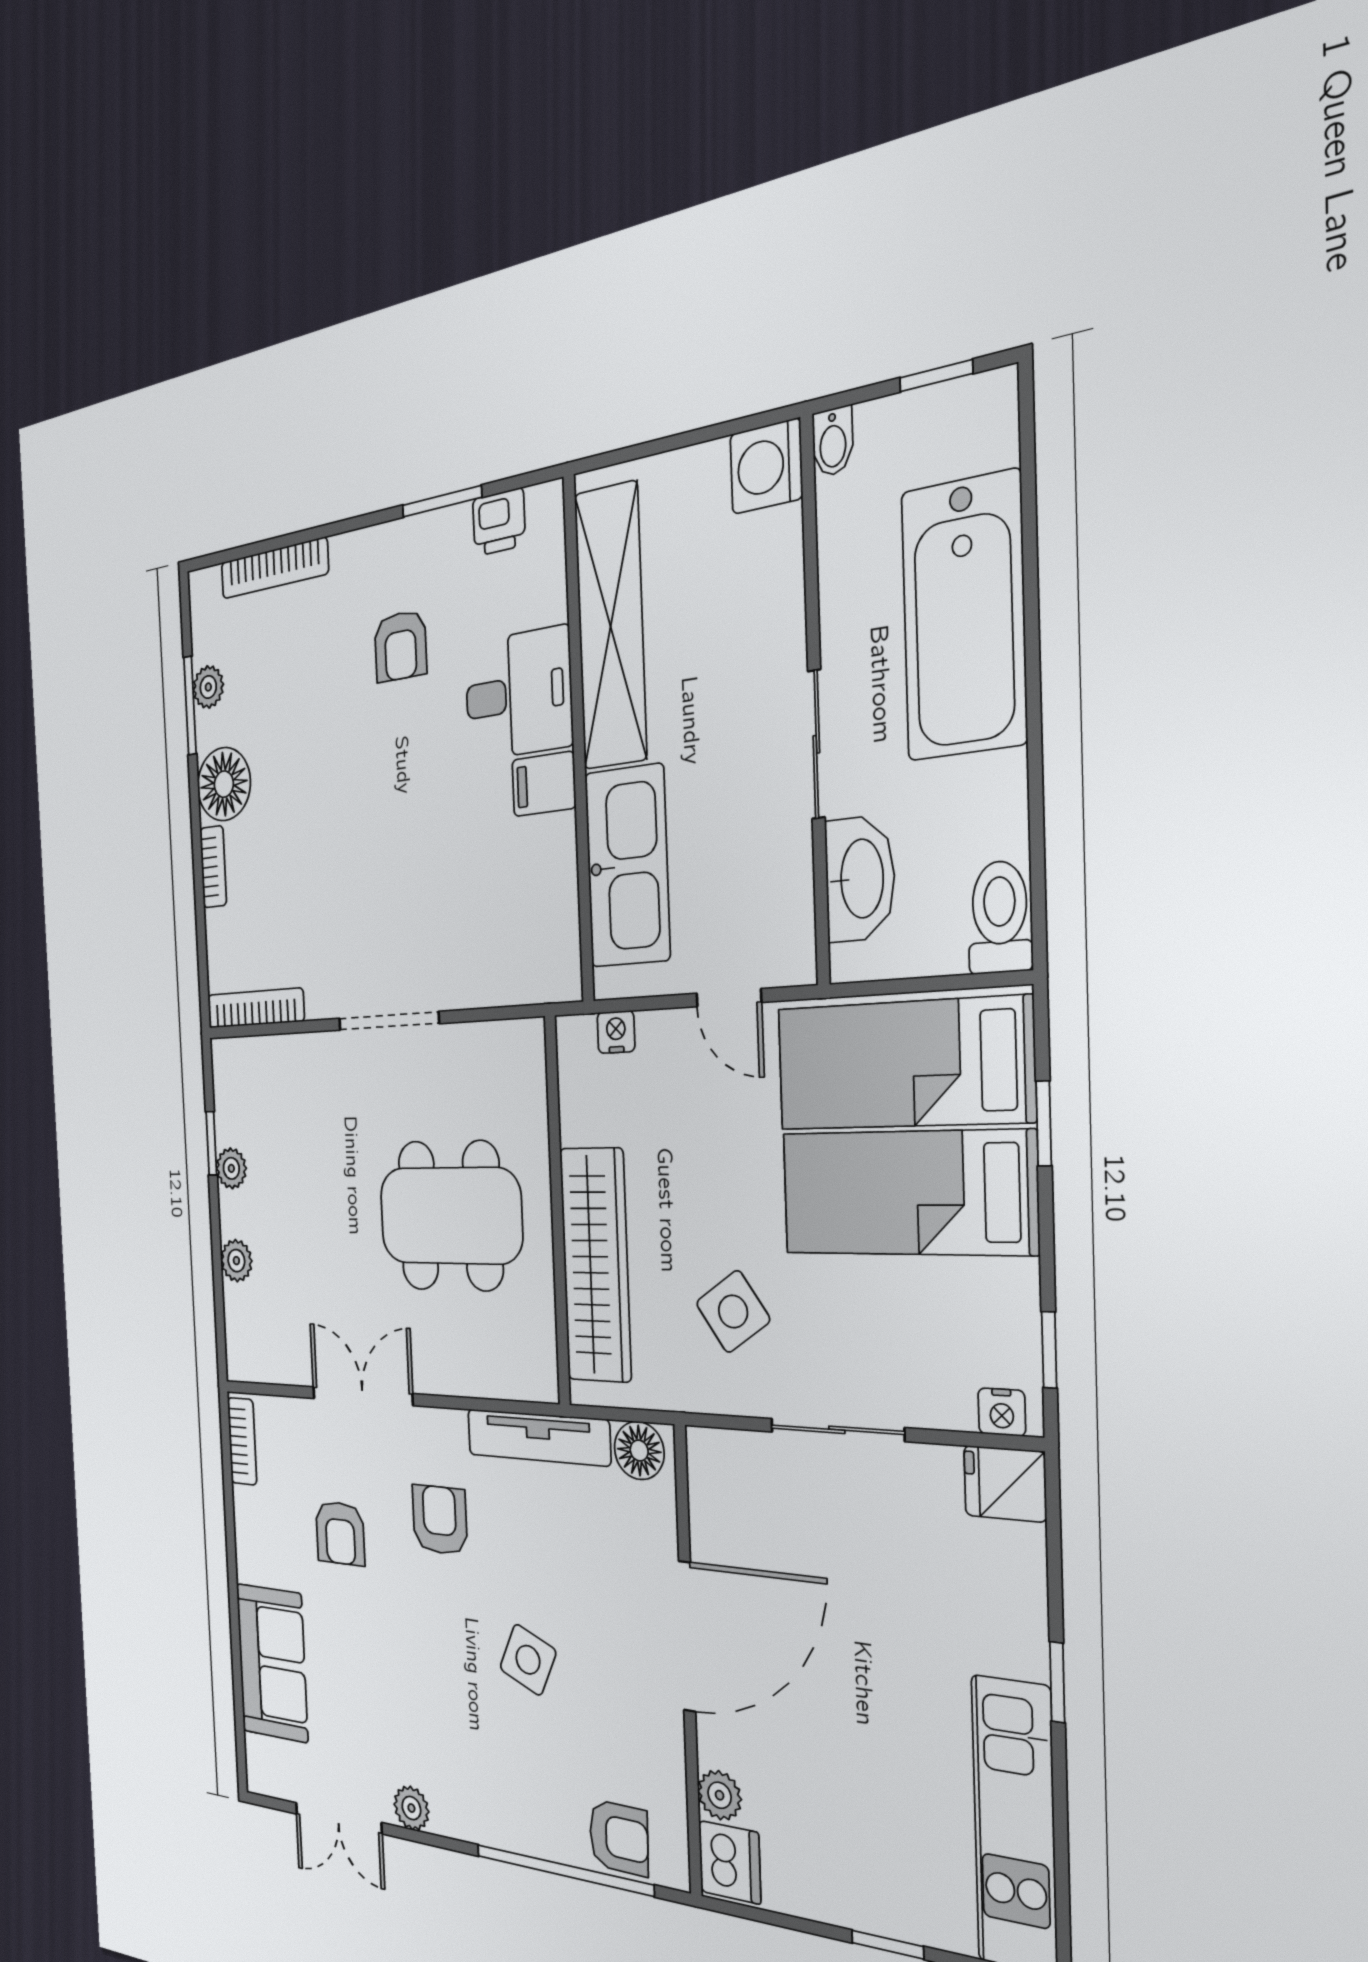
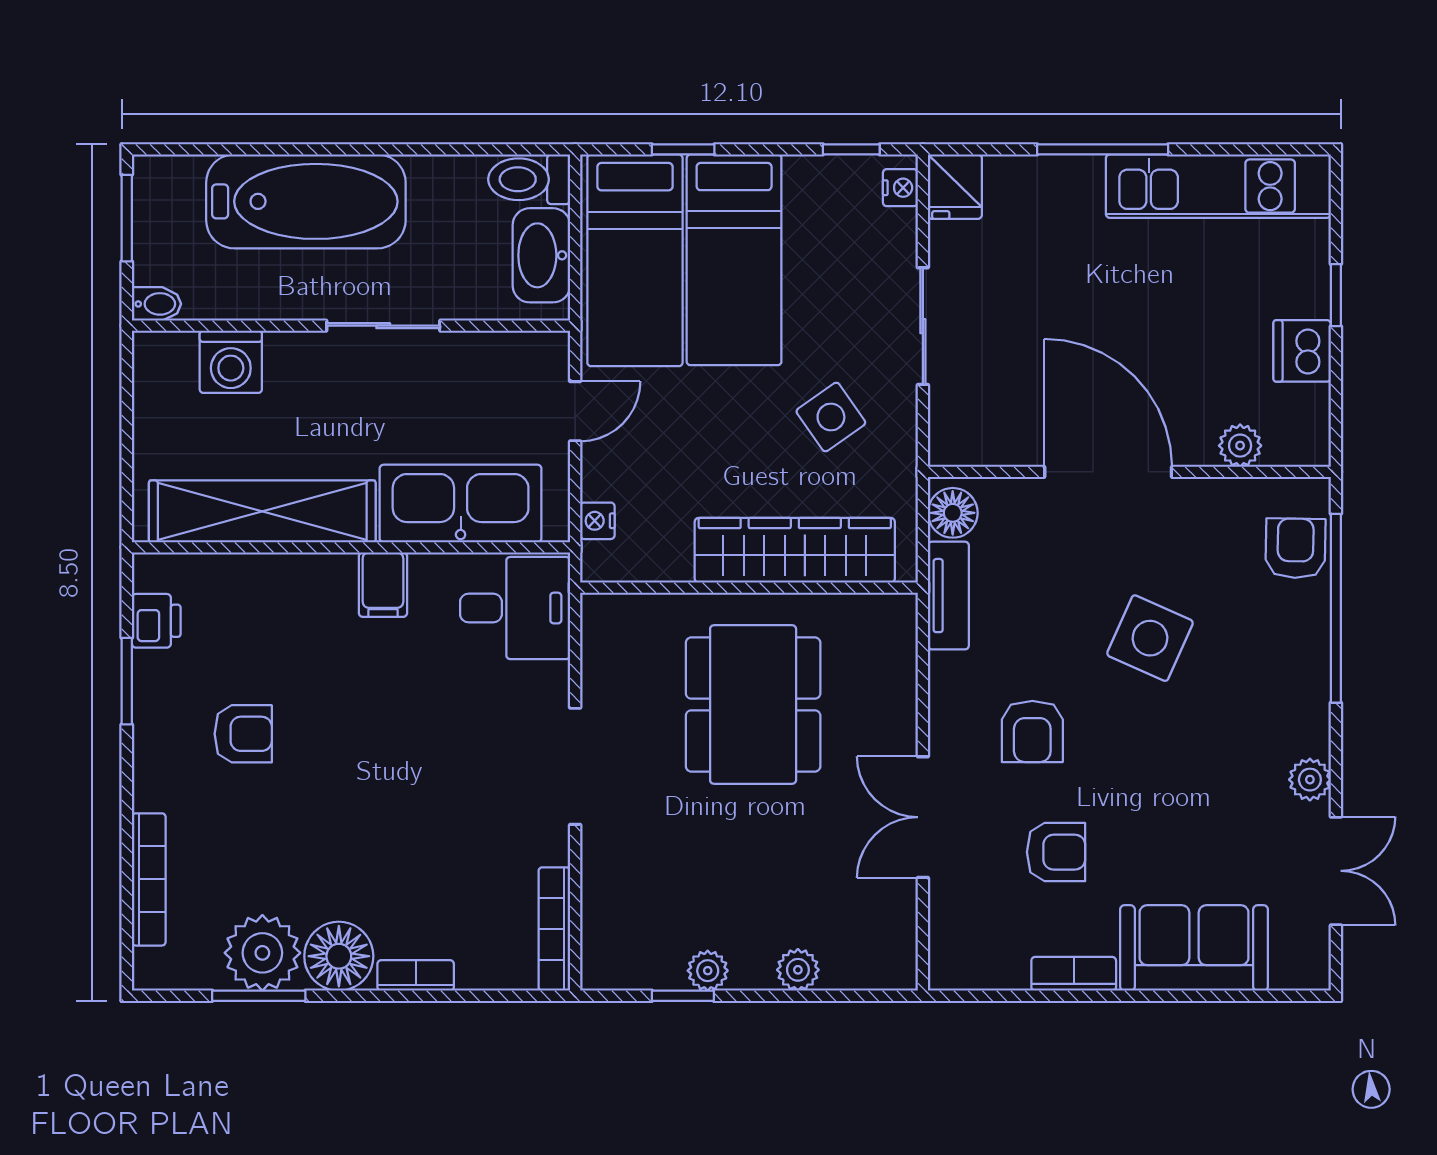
window: (936, 376) -> (127, 218), width x1.50
washing machine: (766, 466) -> (231, 362), moved
plant: (208, 687) -> (262, 953), width x1.87, depth x1.87
desk: (518, 694) -> (515, 608), moved, turned 90
washbasin: (860, 879) -> (541, 255), moved, turned -90
tv unit: (538, 1437) -> (948, 596), width x0.71
bookcase: (242, 1441) -> (1074, 974), moved
armchair: (440, 1520) -> (1032, 731), turned -90
side table: (528, 1660) -> (1150, 638), width x1.37, depth x1.37
window: (1057, 1682) -> (1103, 149), width x2.17
dishwasher: (730, 1862) -> (1302, 351), moved, turned -90

